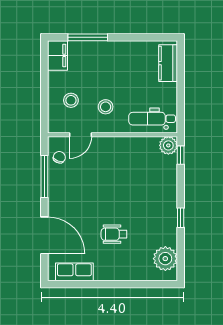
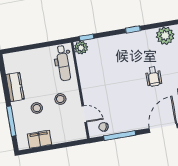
filing cabinet: (57, 55) -> (39, 139), moved
kitchen counter: (168, 63) -> (15, 87), moved, turned -90
stool: (71, 100) -> (37, 108), moved

